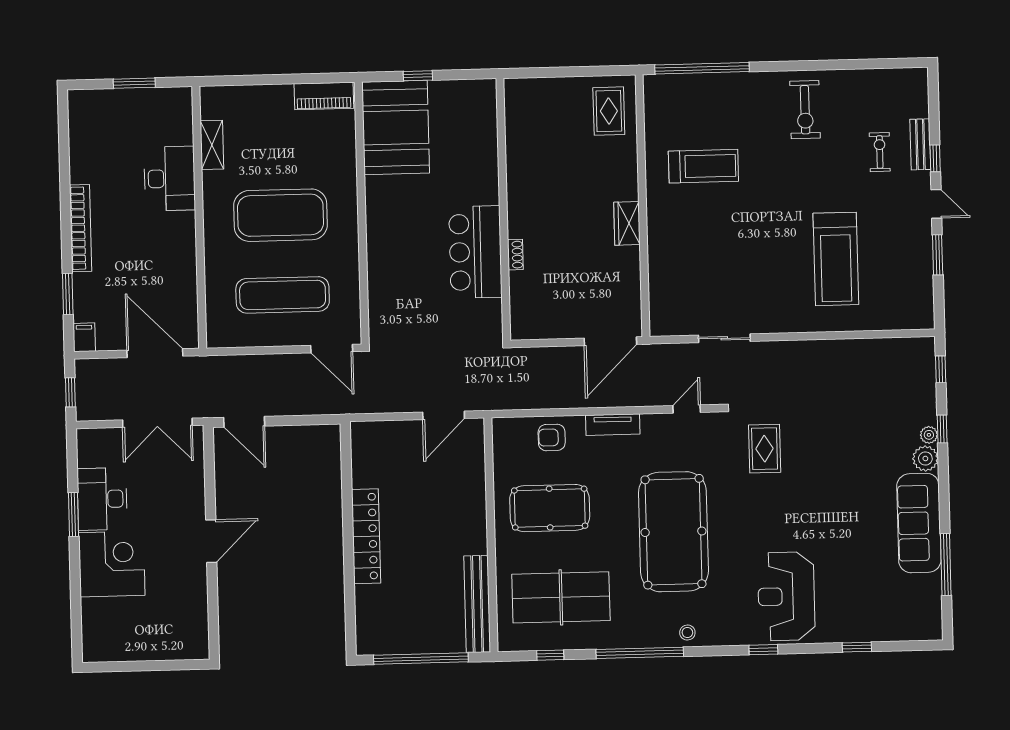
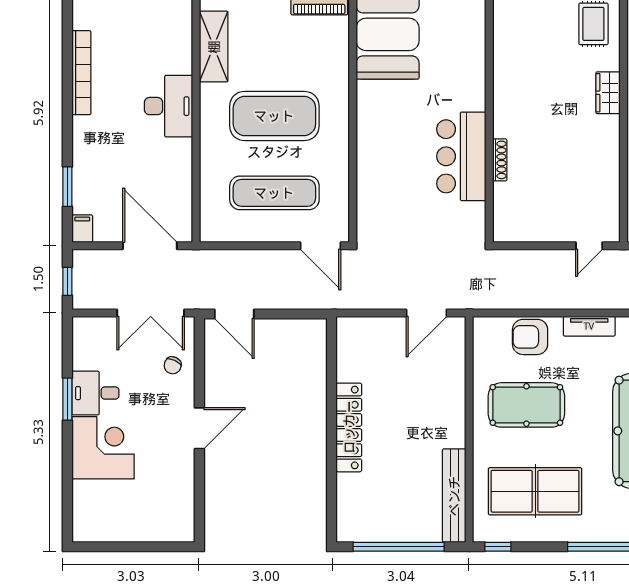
shelving: (212, 145) -> (214, 47), width x1.50, depth x1.33
desk: (170, 179) -> (169, 106), moved
wardrobe: (627, 223) -> (608, 93), moved
bookcase: (81, 228) -> (81, 73), moved
shoe rack: (515, 255) -> (500, 160), width x1.43
door: (610, 341) -> (589, 246), width x0.53
armchair: (552, 437) -> (530, 337), width x1.38, depth x1.38
chair: (182, 477) -> (173, 365), added
desk: (102, 499) -> (95, 393), width x0.73
window: (550, 655) -> (498, 547), moved

